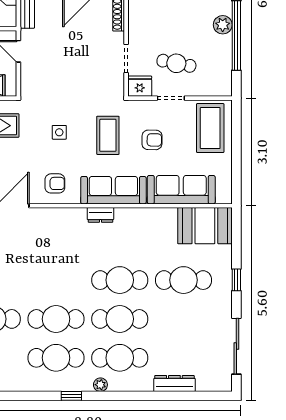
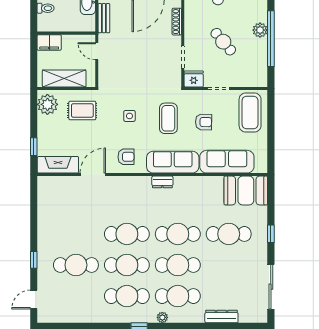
cafe table: (176, 63) -> (223, 42), moved, turned 39
cafe table: (56, 280) -> (127, 234), added

